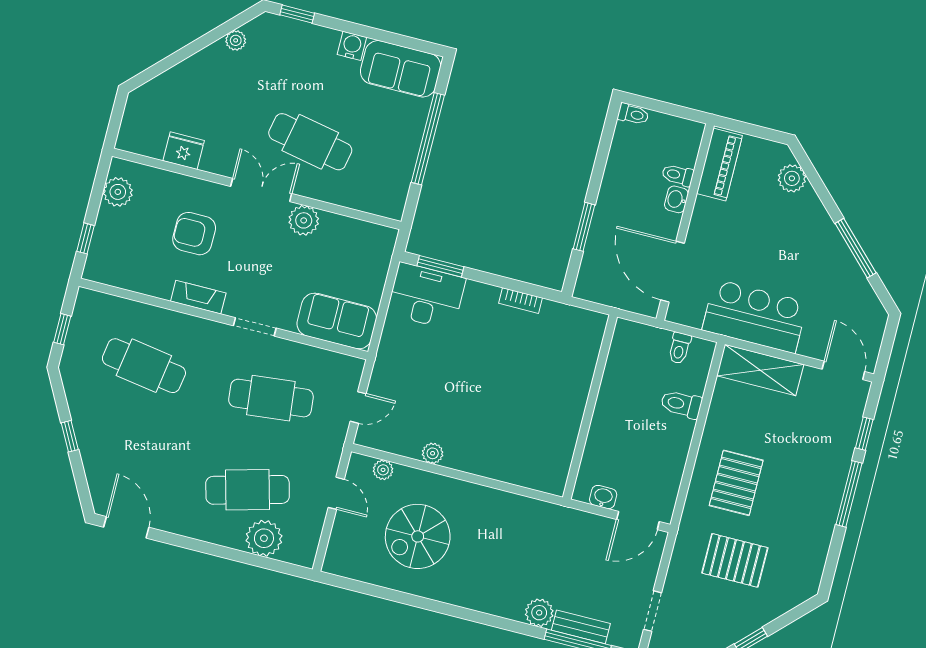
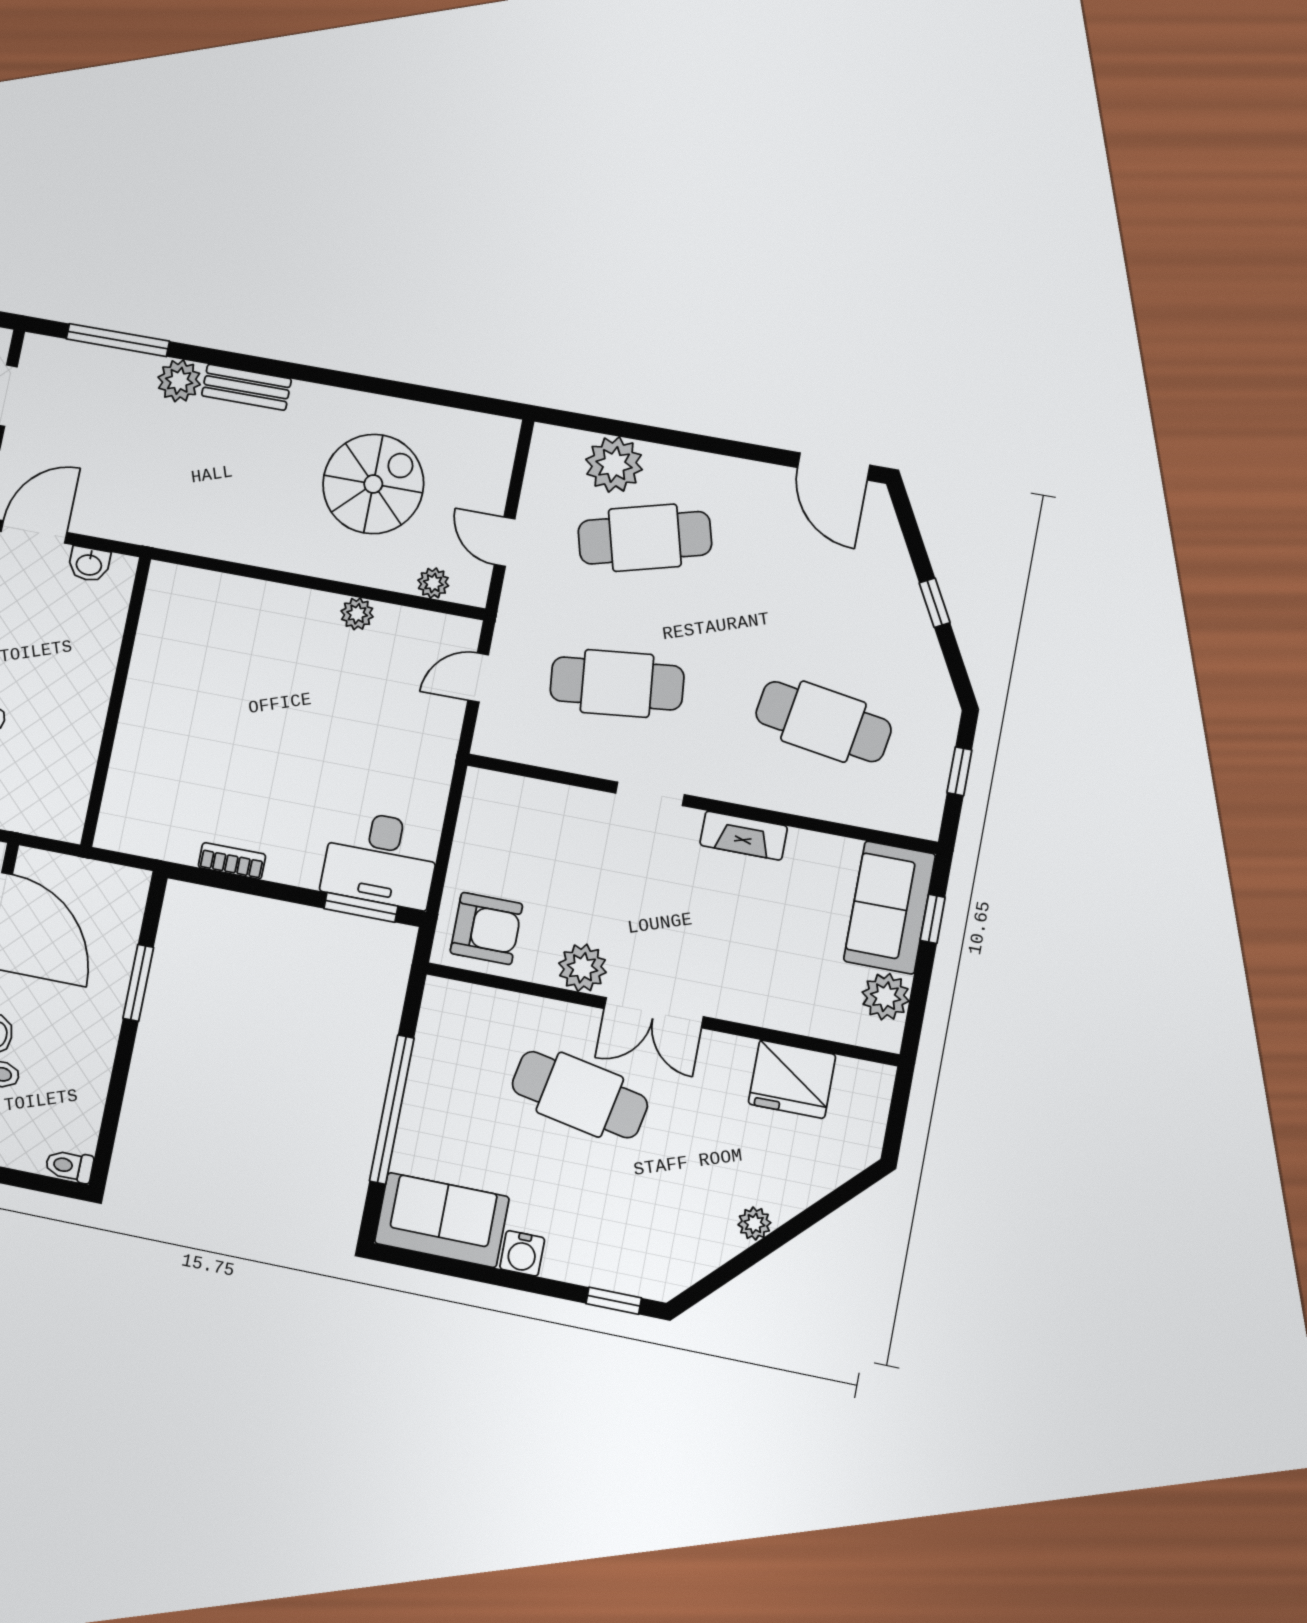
plant: (236, 40) -> (754, 1224), moved
fridge: (184, 151) -> (792, 1079), width x1.36, depth x1.34
armchair: (194, 234) -> (486, 928), moved
sofa: (337, 321) -> (890, 907), moved, turned 90
bench: (581, 627) -> (246, 387), moved

